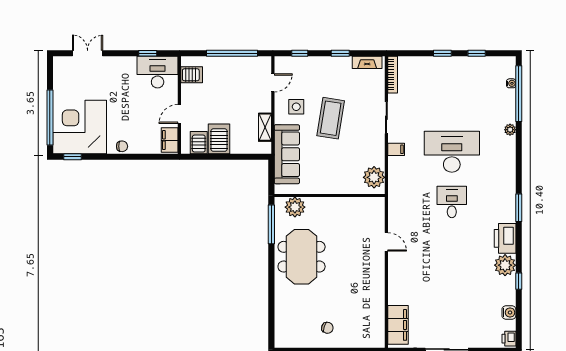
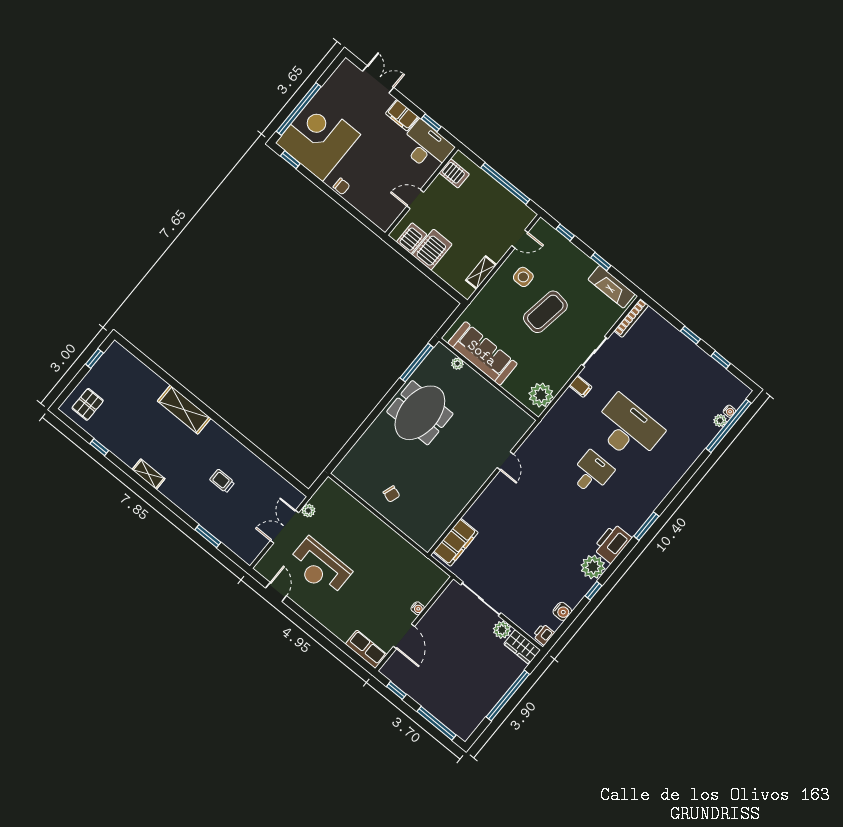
fireplace: (367, 62) -> (611, 287), width x1.37, depth x1.32
plant: (510, 130) -> (720, 421), moved
filing cabinet: (170, 140) -> (402, 115), moved, turned -90
sofa: (287, 154) -> (482, 353), moved, turned -90
plant: (295, 207) -> (457, 364), width x0.53, depth x0.53

